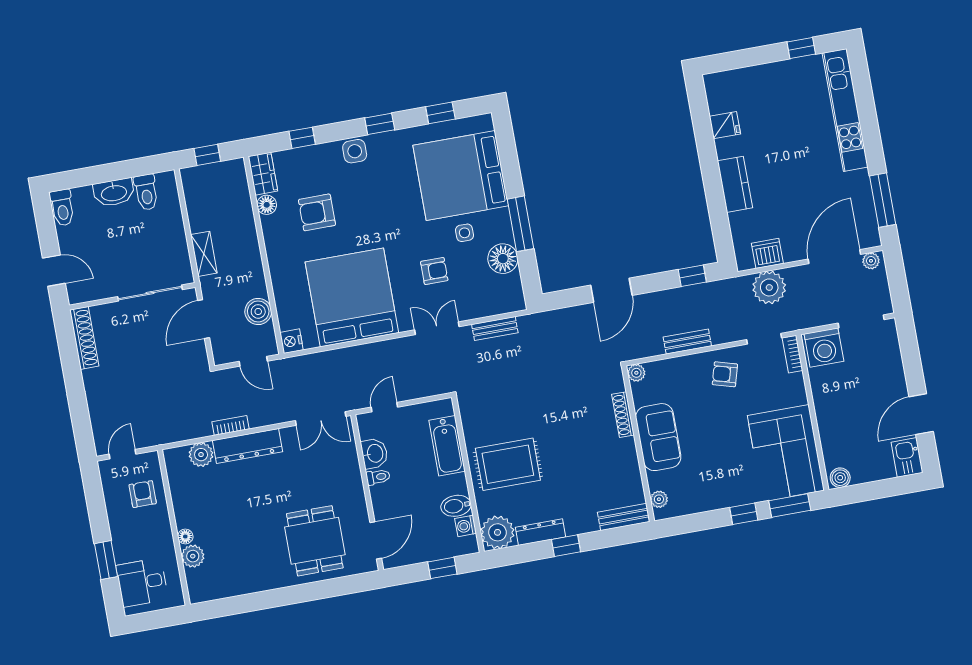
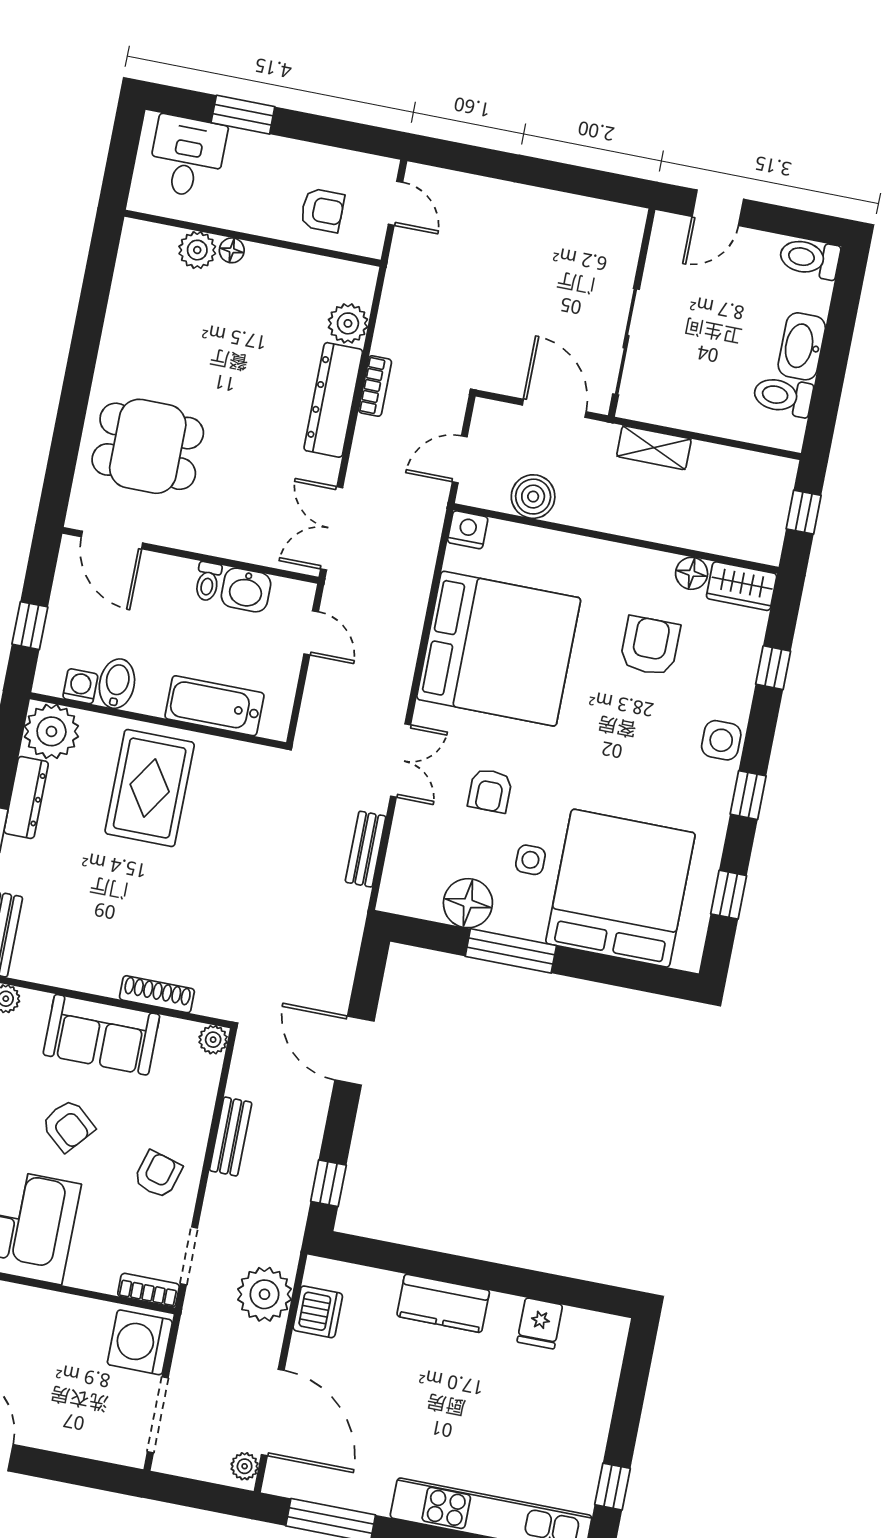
shoe rack: (84, 338) -> (596, 214), removed
armchair: (717, 436) -> (68, 1125), added

